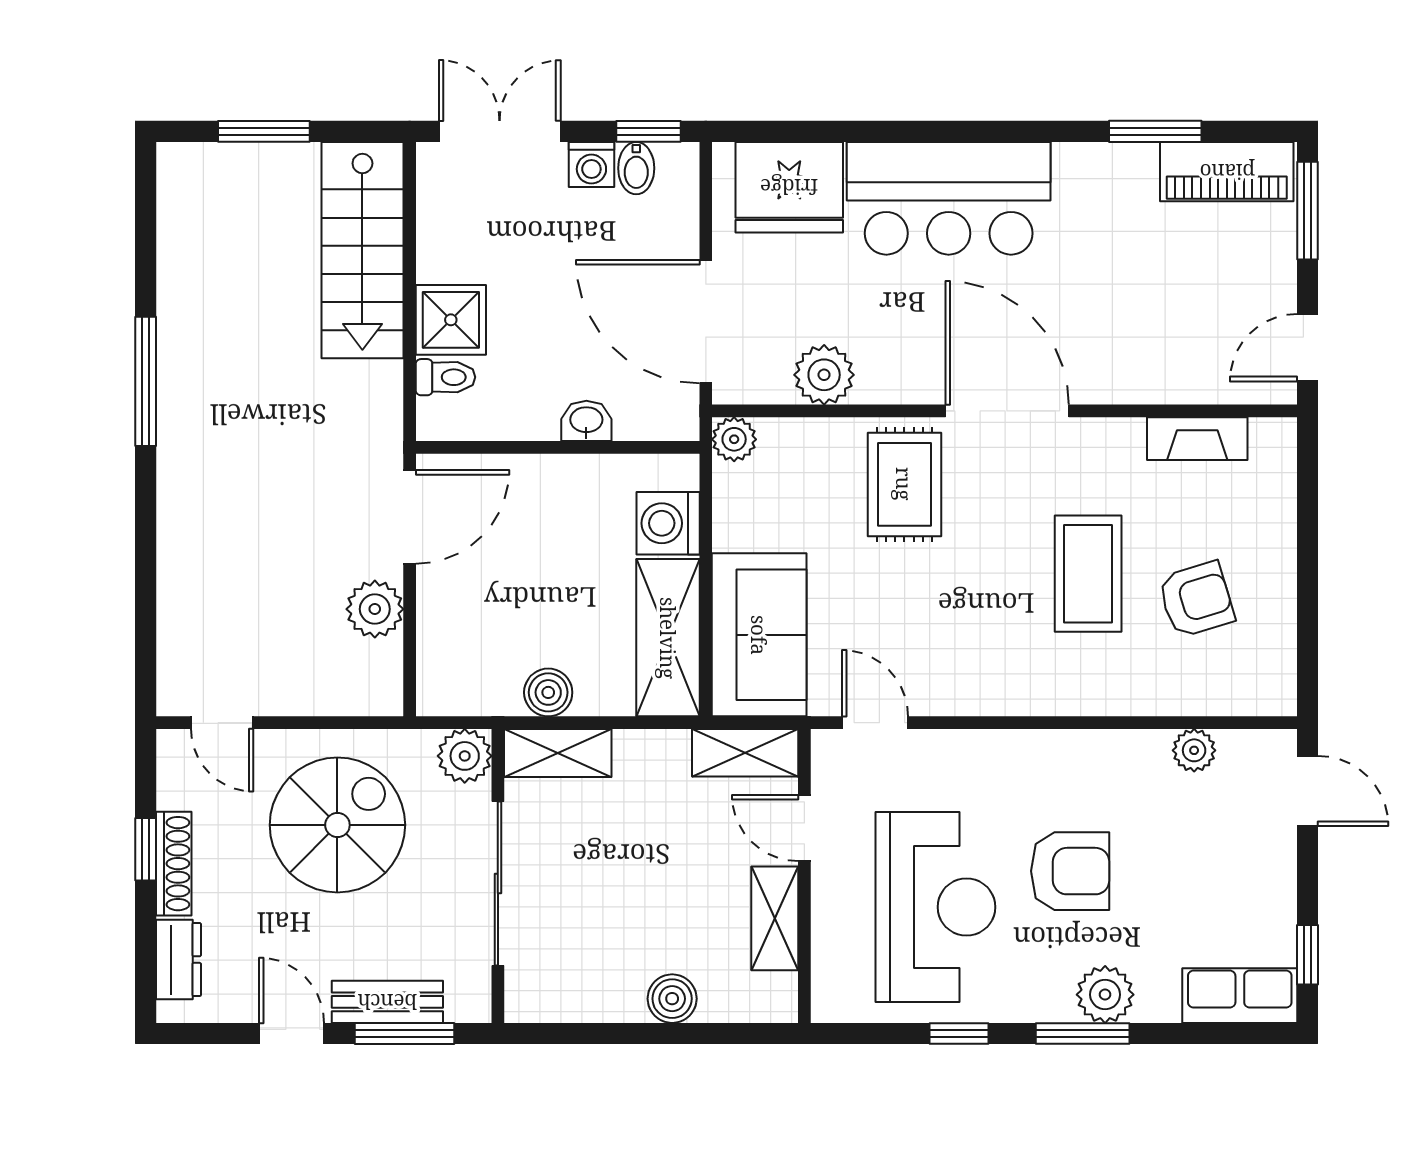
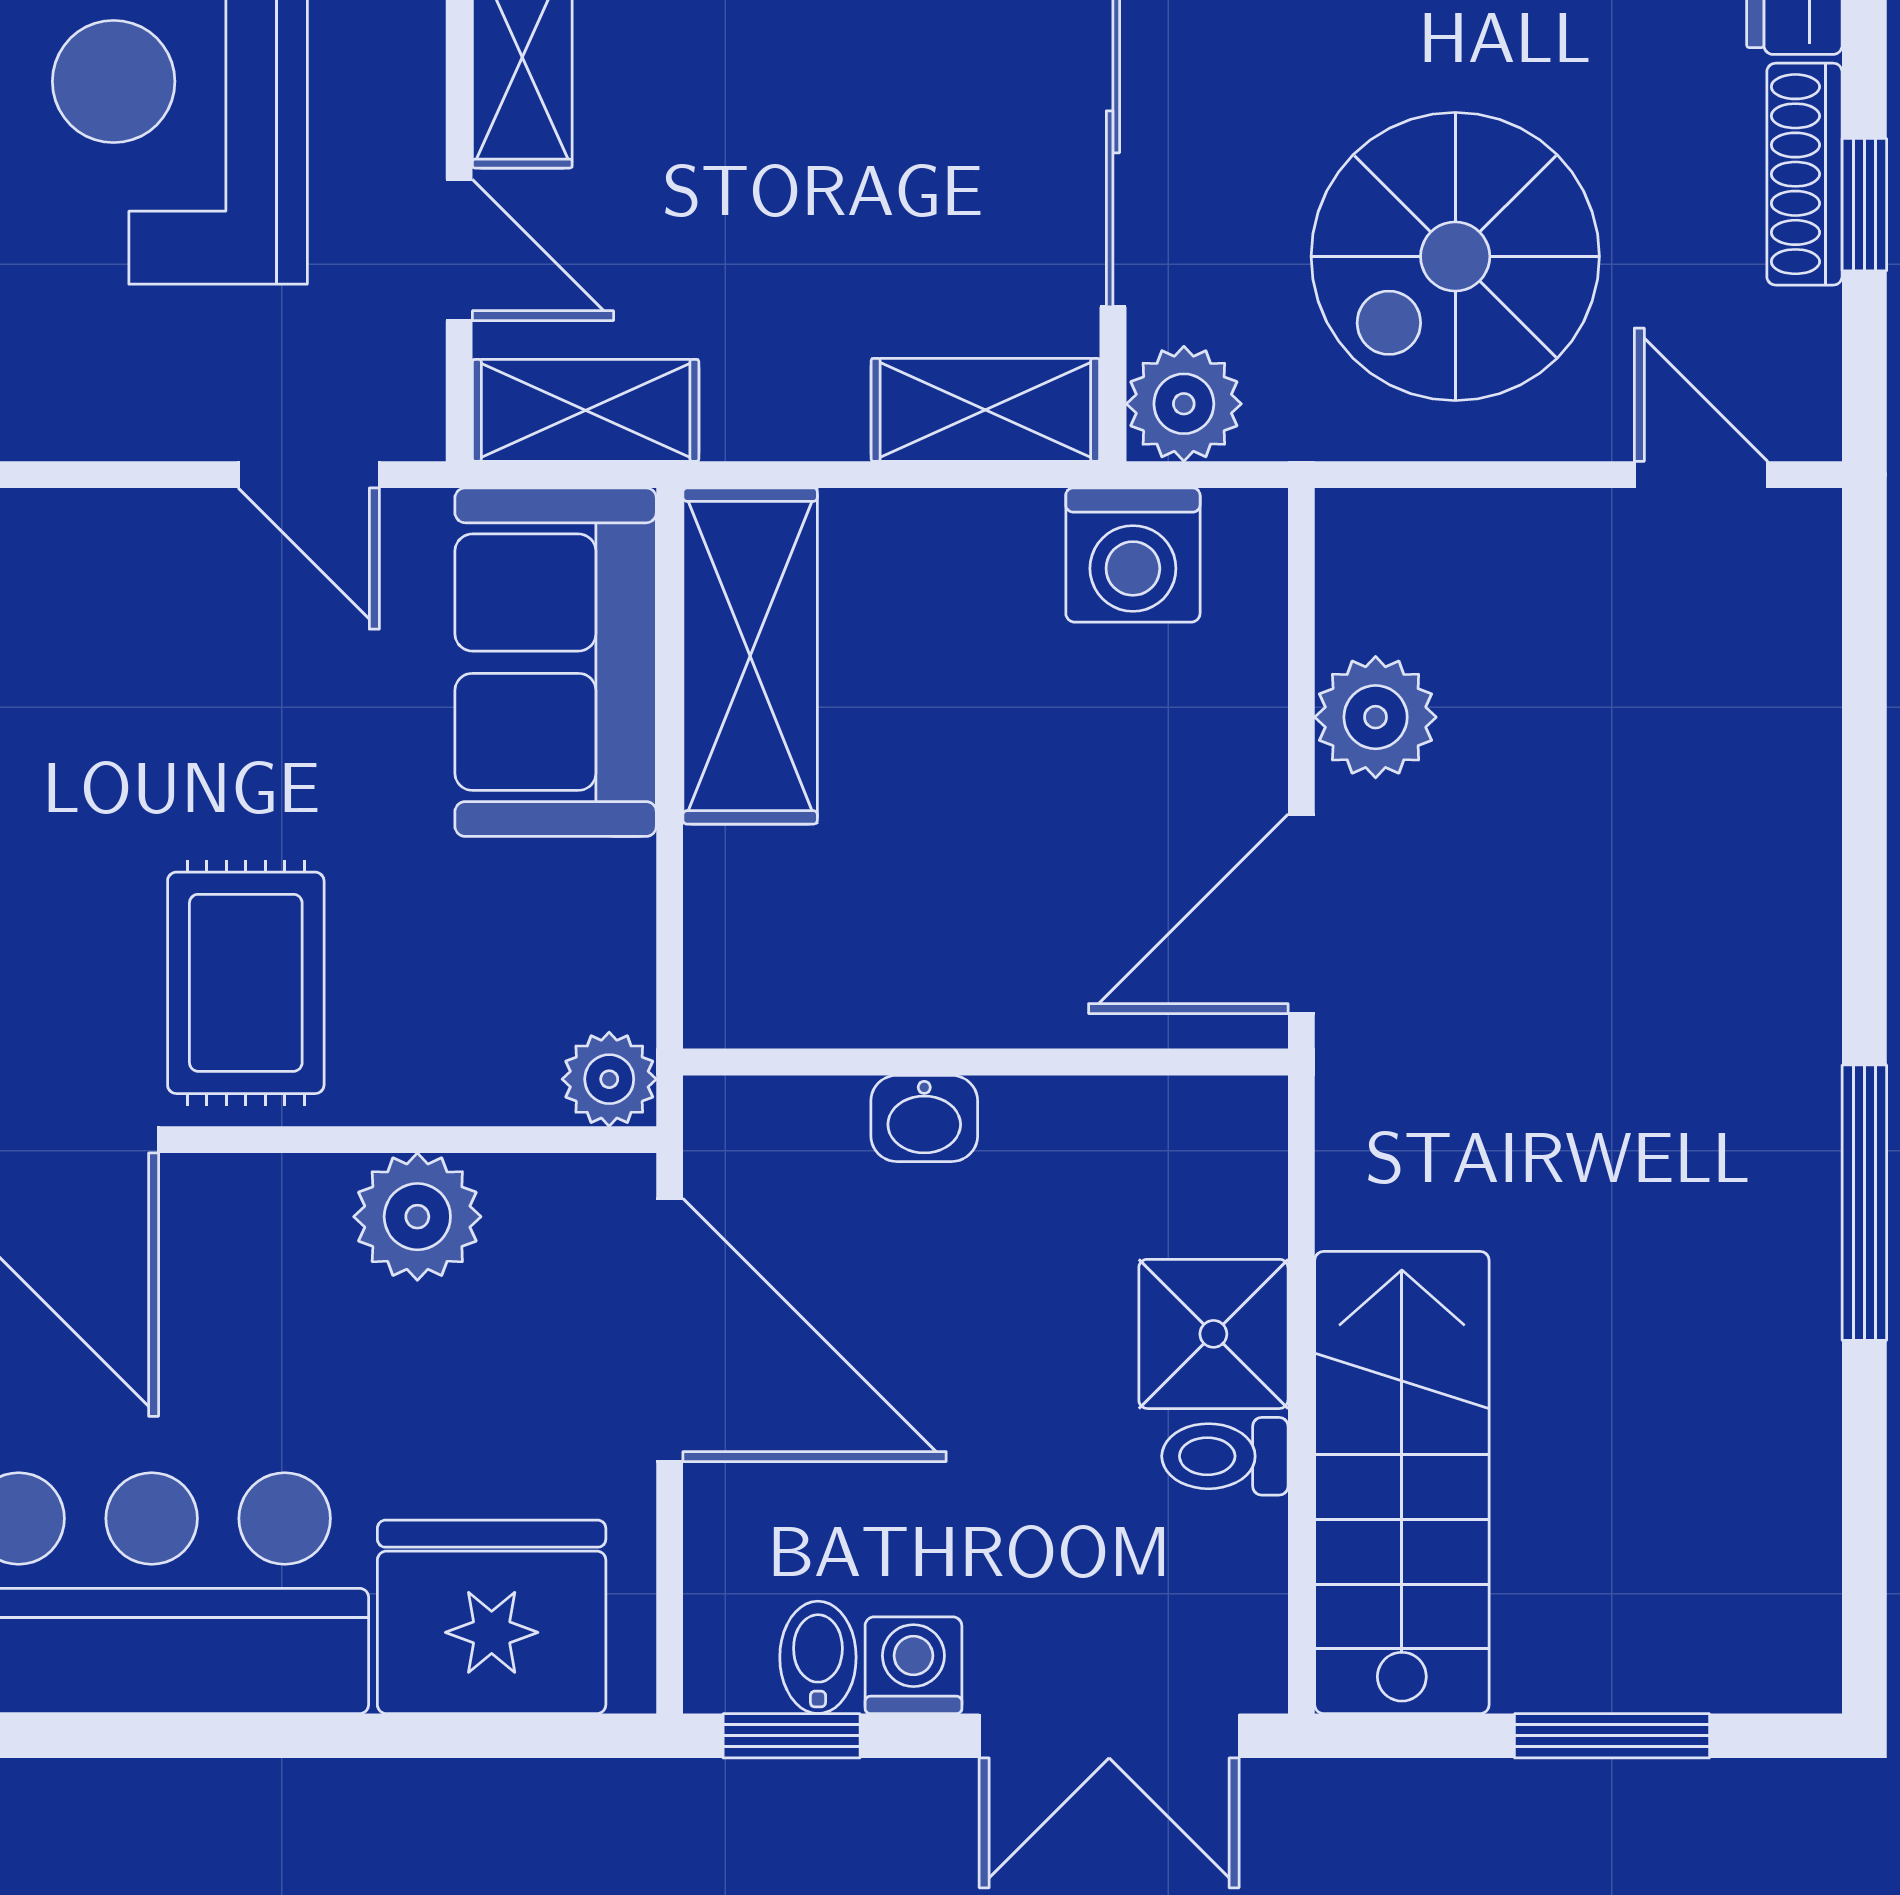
toilet: (445, 377) -> (1225, 1456), moved
washing machine: (668, 523) -> (1133, 555), moved, turned 90
boiler: (548, 692) -> (1006, 539), removed

